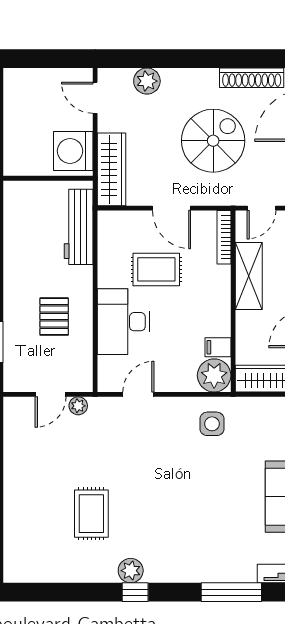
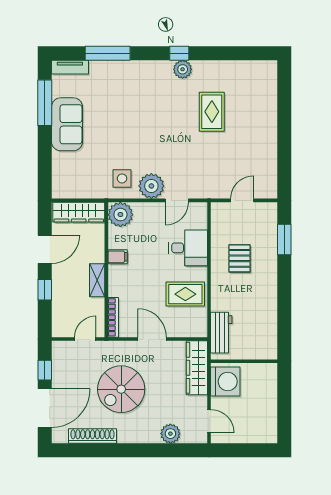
workbench: (79, 227) -> (221, 333), width x0.73
rug: (156, 269) -> (185, 294), moved
shelving: (249, 276) -> (97, 280), width x0.67, depth x0.75
desk: (123, 322) -> (188, 248), width x0.73
filing cabinet: (218, 347) -> (118, 257), moved
plant: (78, 406) -> (151, 186), moved, width x1.88, depth x1.88

